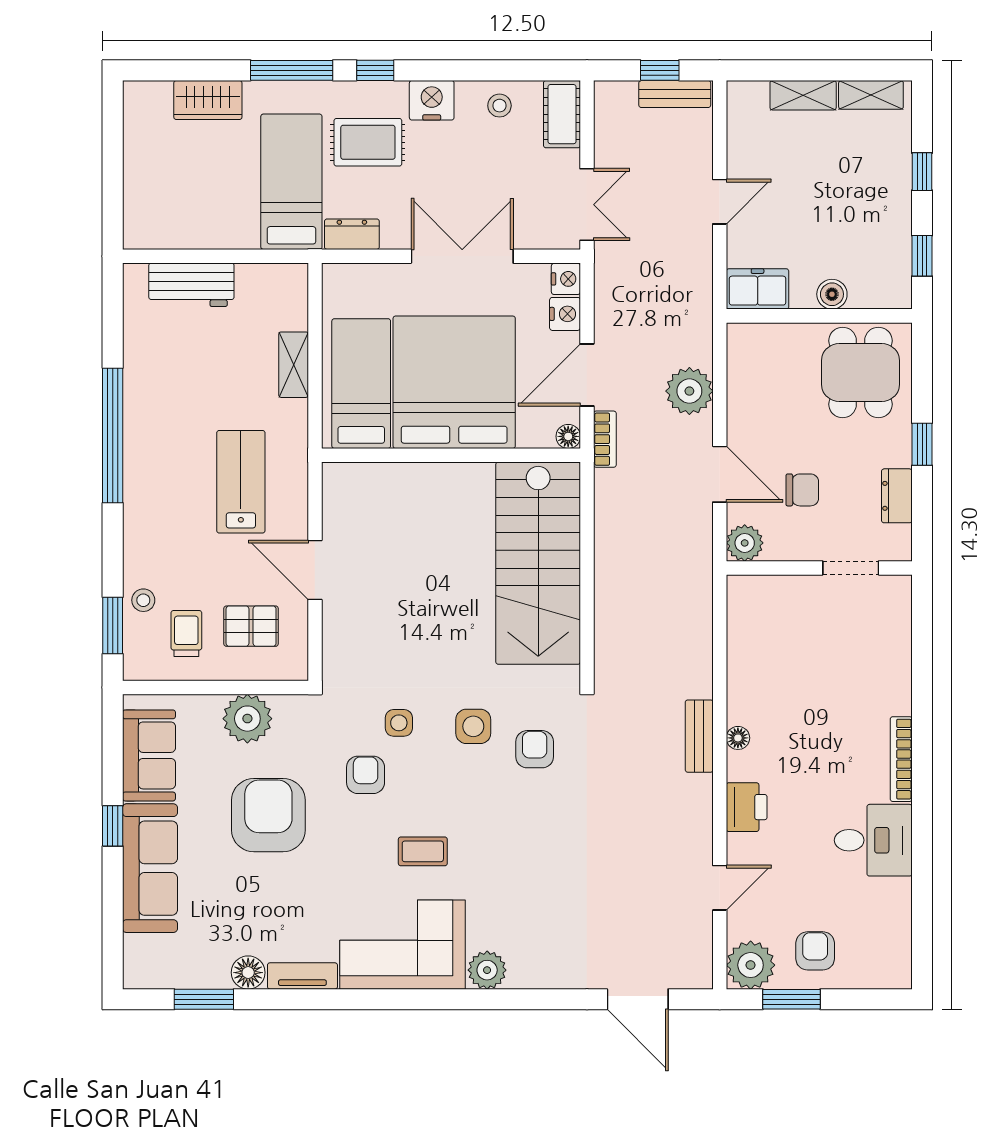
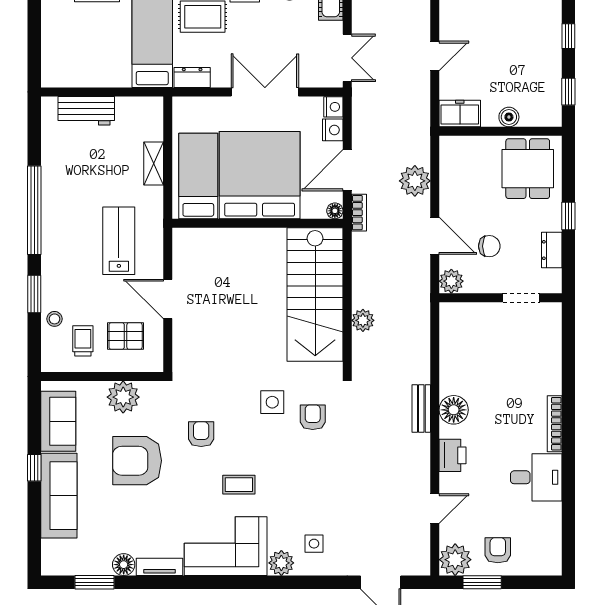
plant: (611, 602) -> (363, 320), added
window: (113, 625) -> (34, 294), moved
side table: (399, 723) -> (314, 544), moved
floor lamp: (738, 738) -> (454, 410), width x1.89, depth x1.89
armchair: (268, 815) -> (137, 461), turned -90

